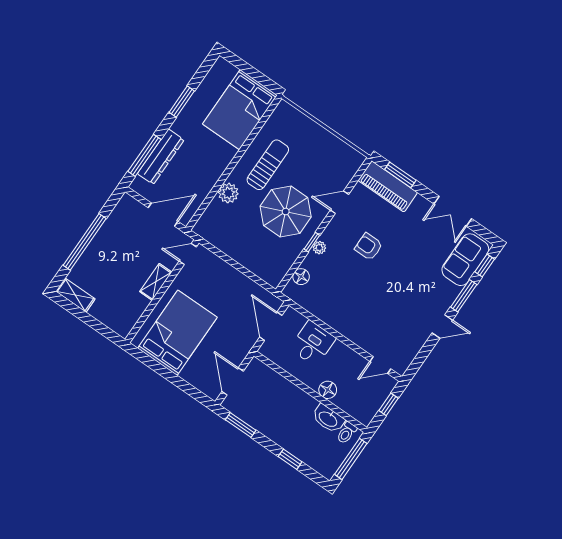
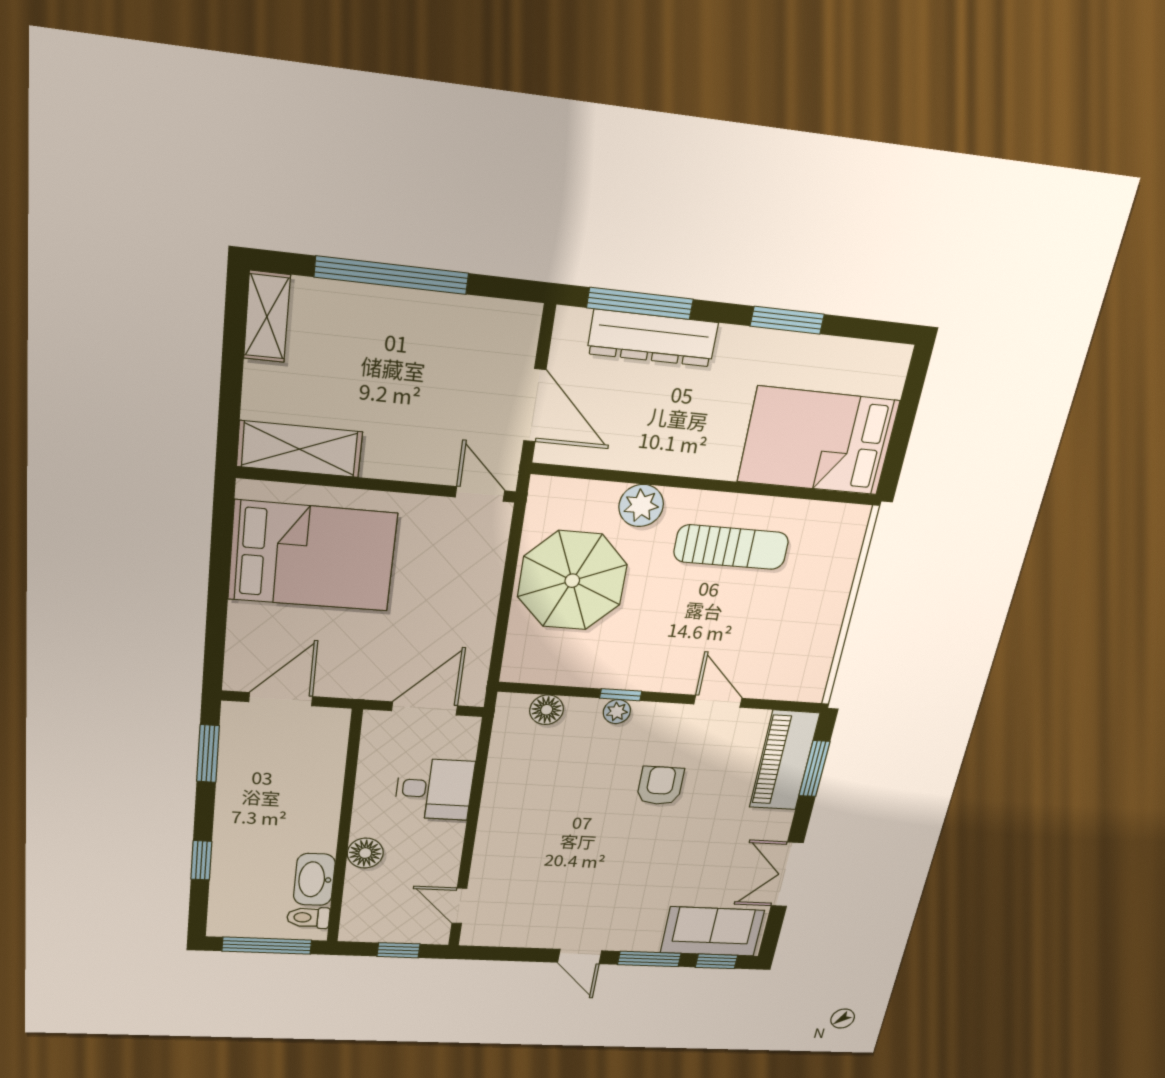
parasol: (286, 211) -> (572, 581), moved
shelving: (156, 282) -> (300, 449), moved, width x1.50, depth x1.33

